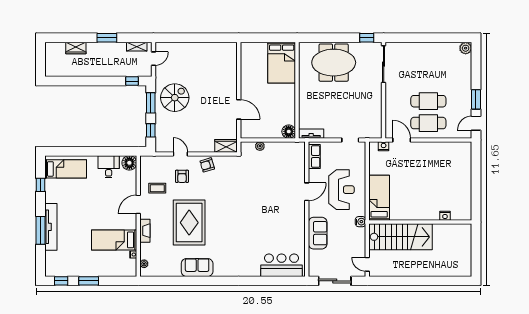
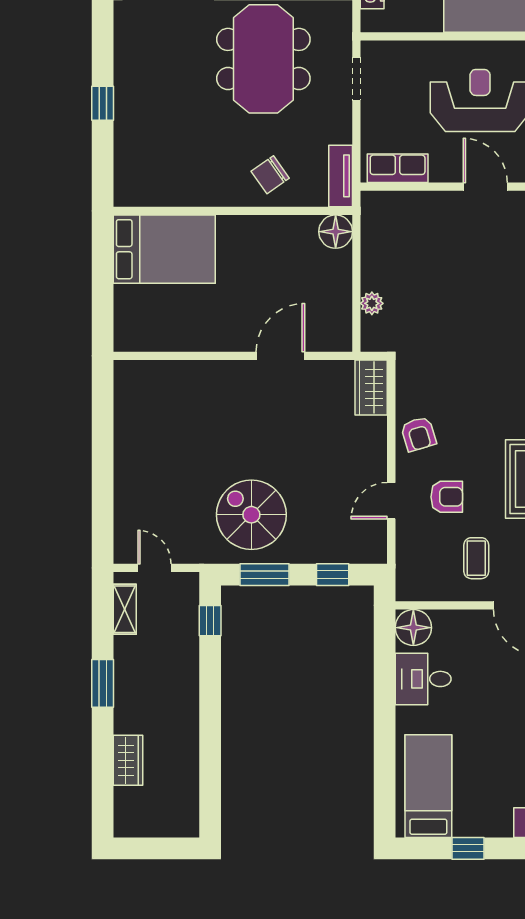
window: (367, 38) -> (103, 103), moved
meeting table: (334, 63) -> (263, 59), moved
chair: (312, 105) -> (270, 175), added

